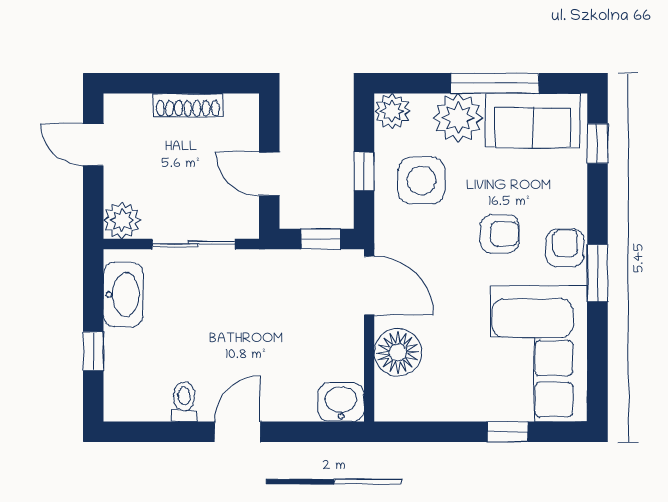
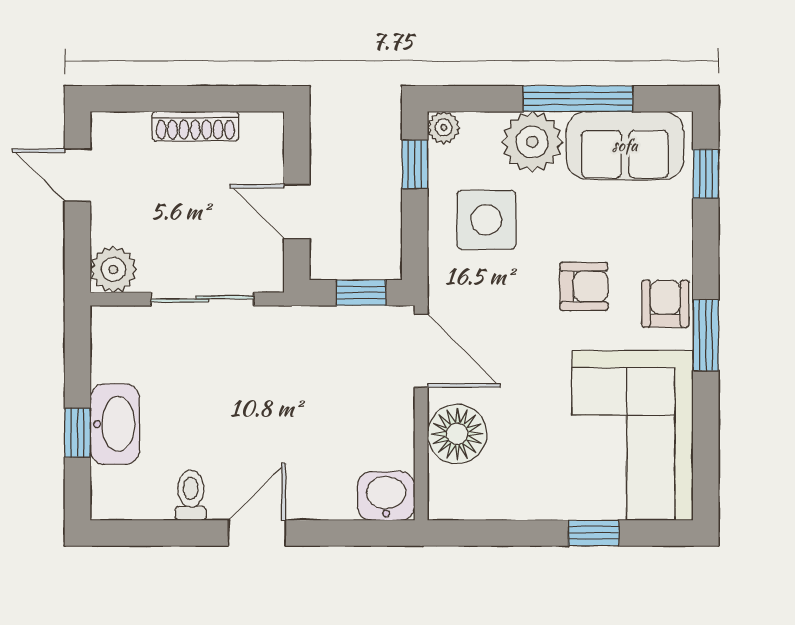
plant: (392, 111) -> (444, 128), width x0.73, depth x0.73
window: (364, 171) -> (415, 164), moved
washbasin: (123, 295) -> (115, 424), moved

